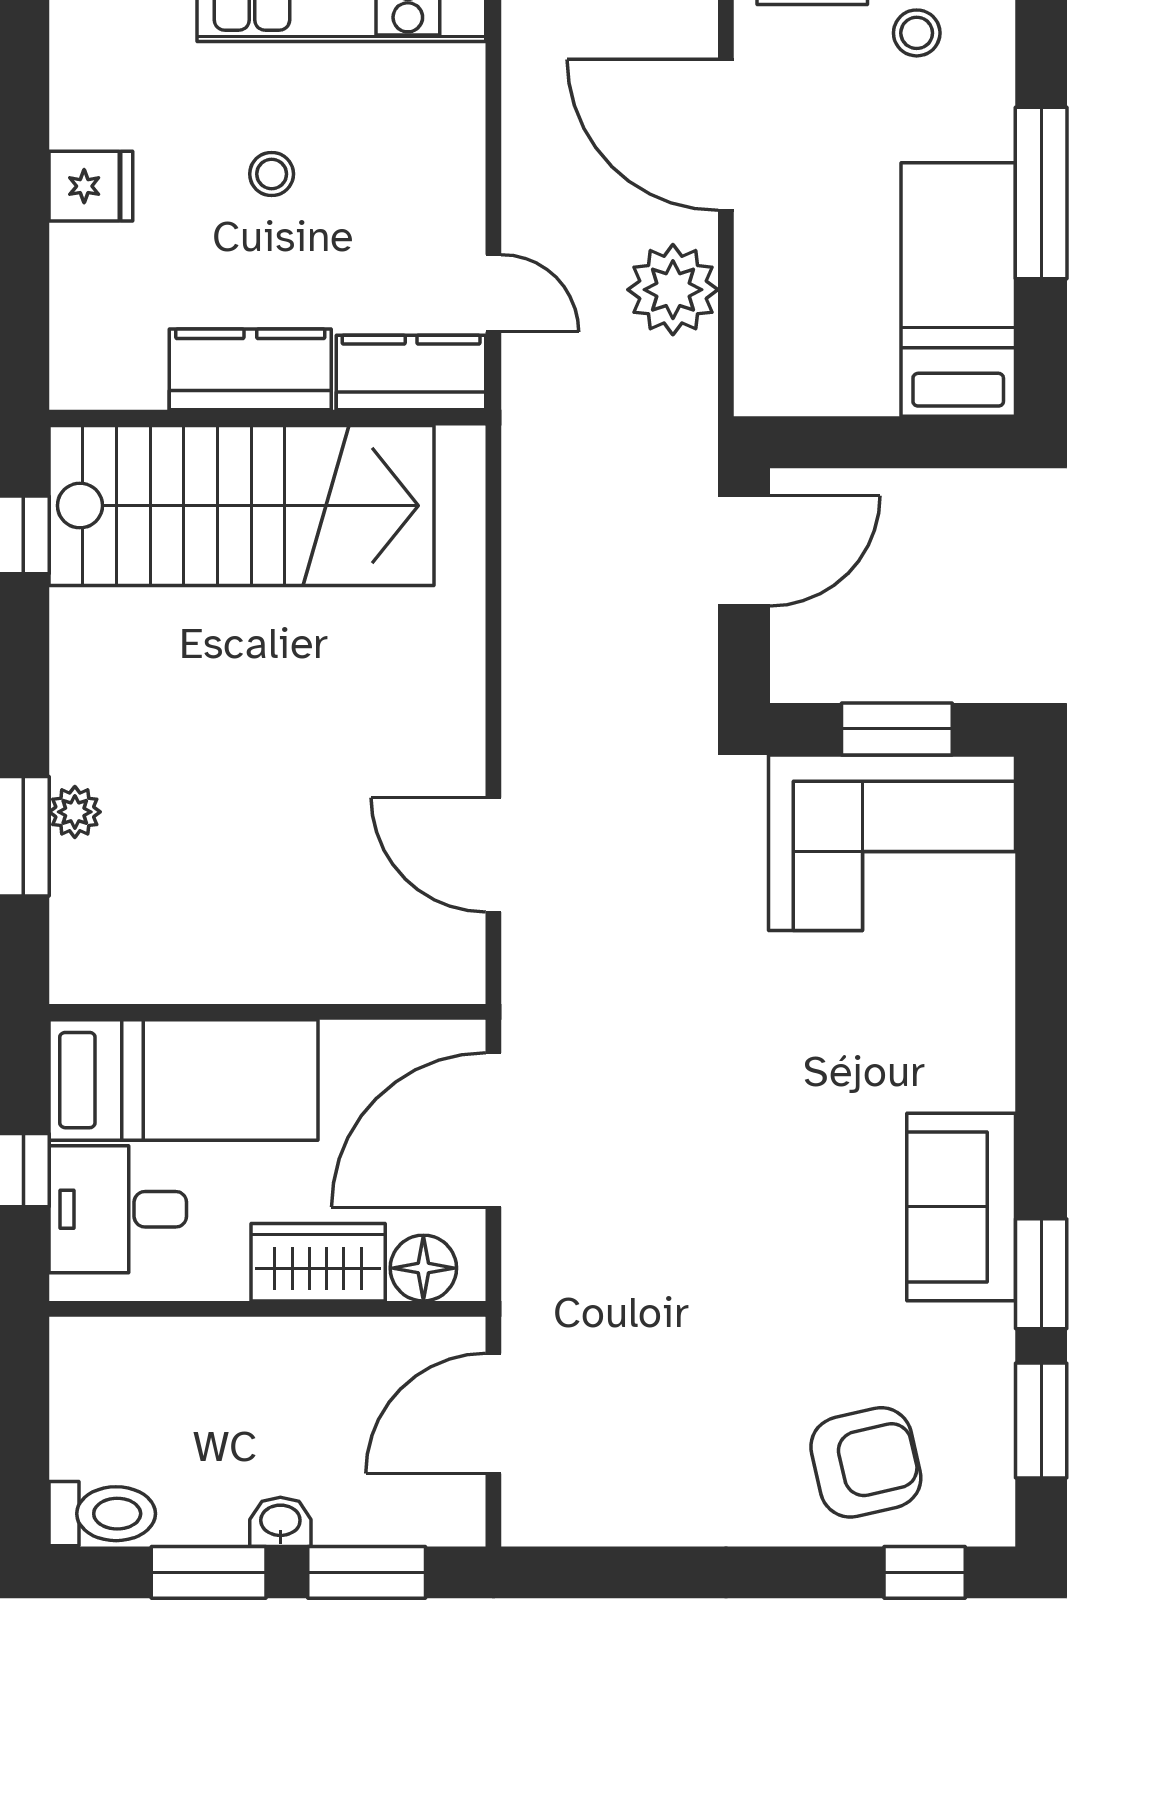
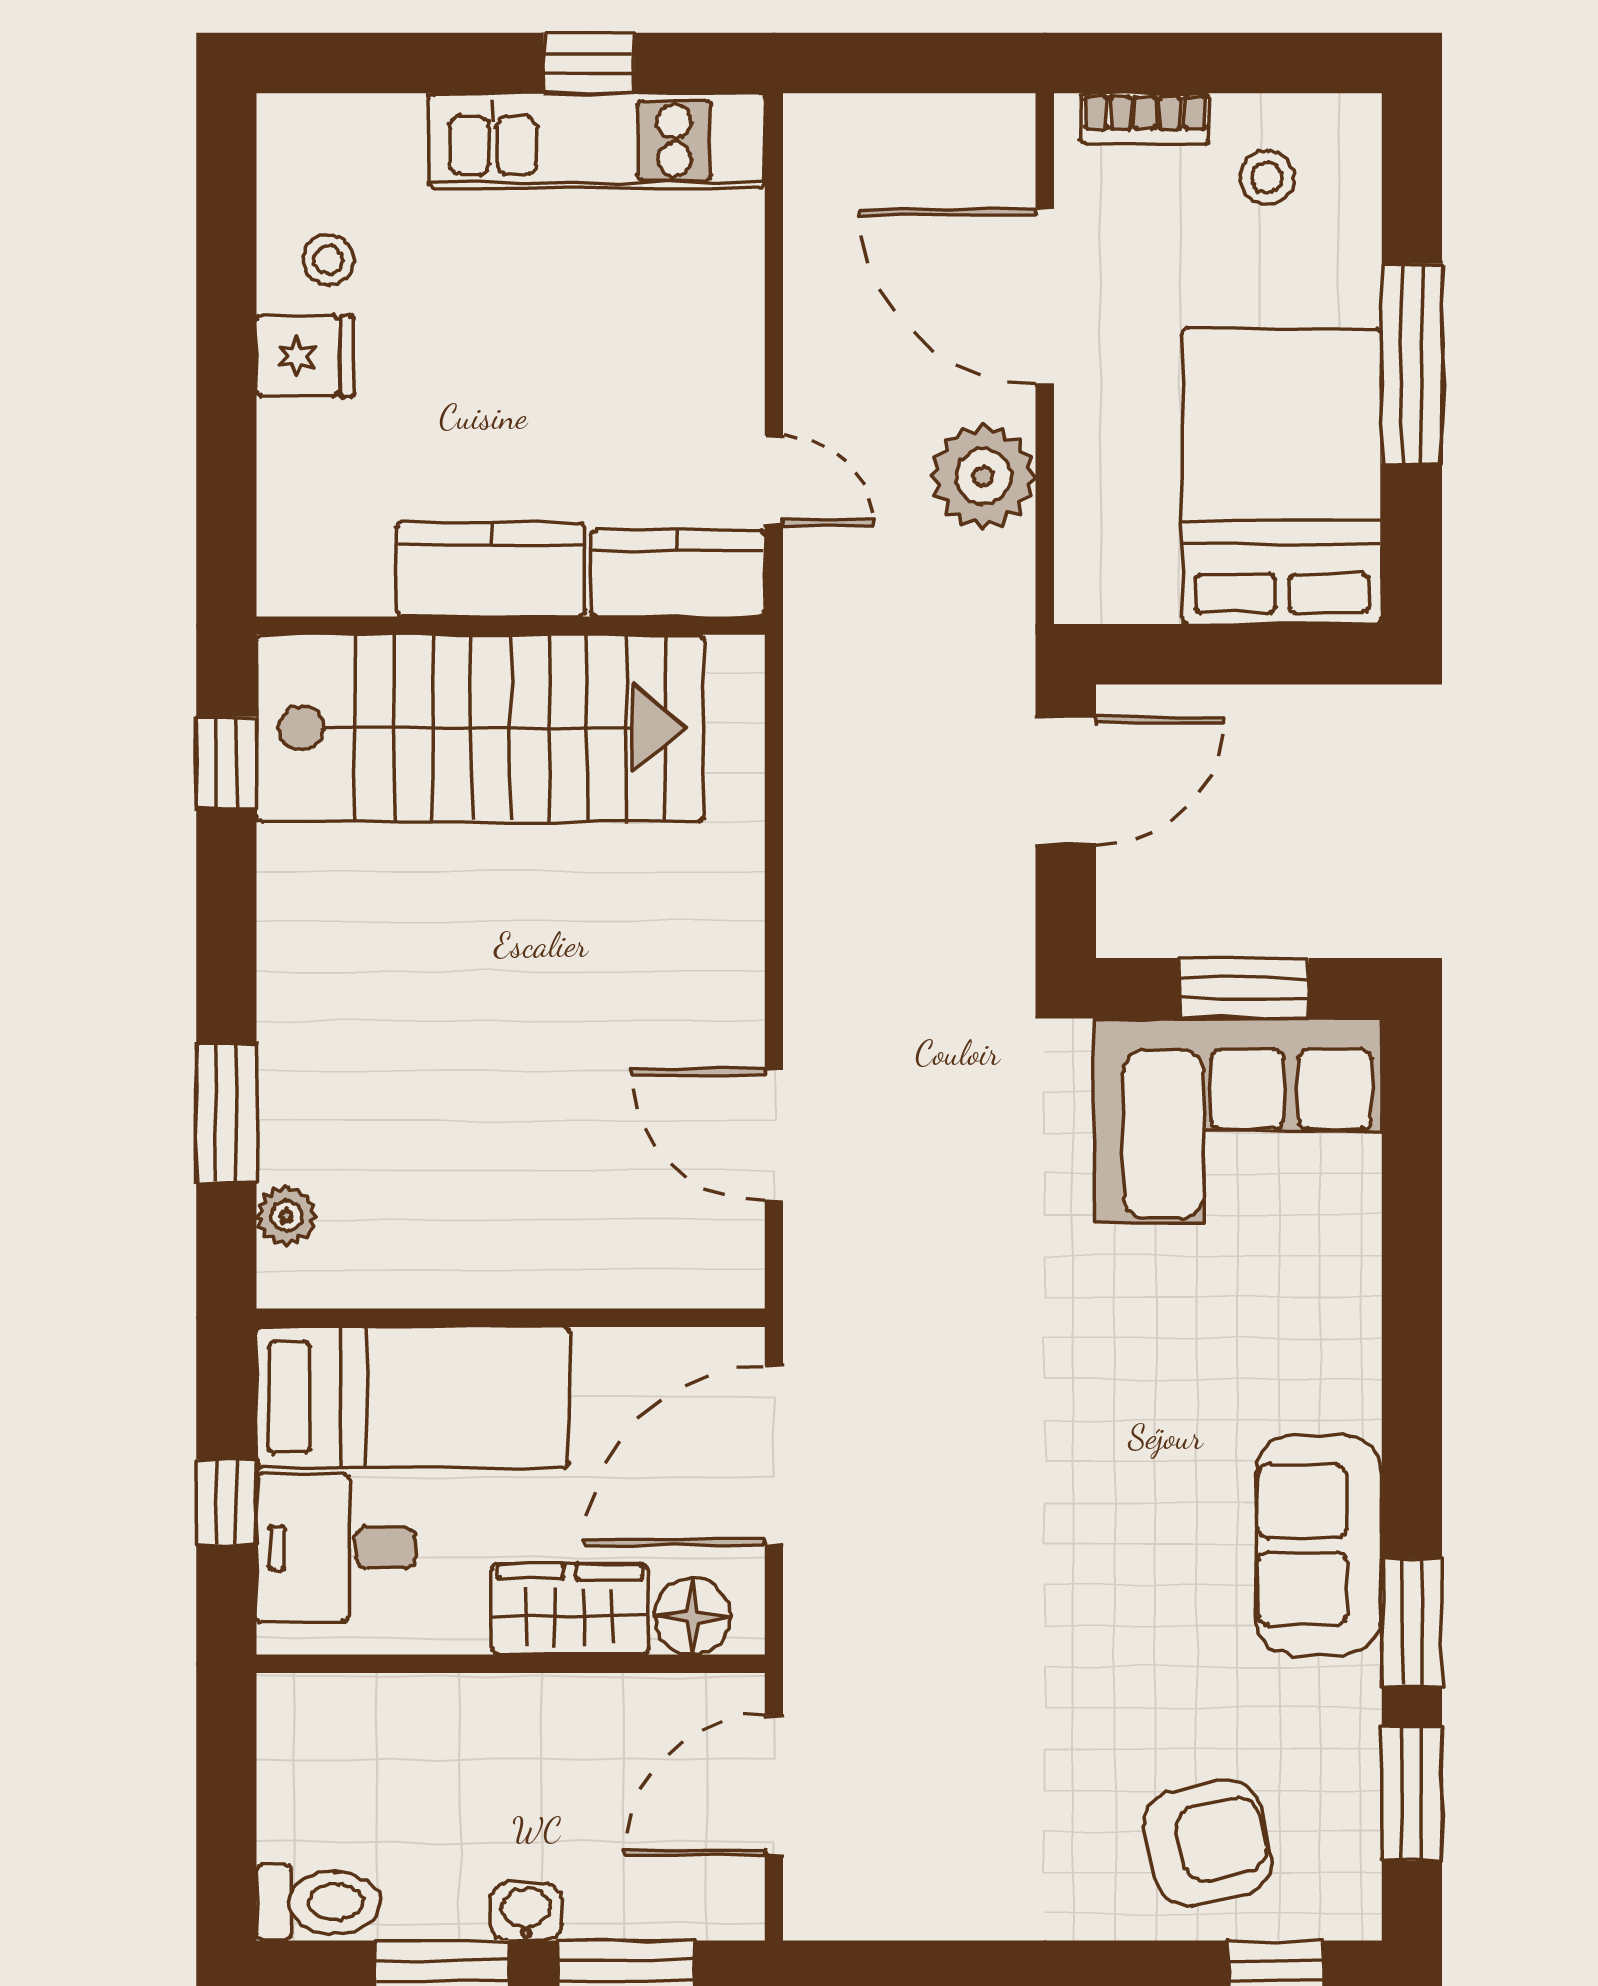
stool: (272, 174) -> (328, 260), moved
bed: (958, 290) -> (1282, 476), width x1.50
plant: (75, 812) -> (286, 1216), moved

